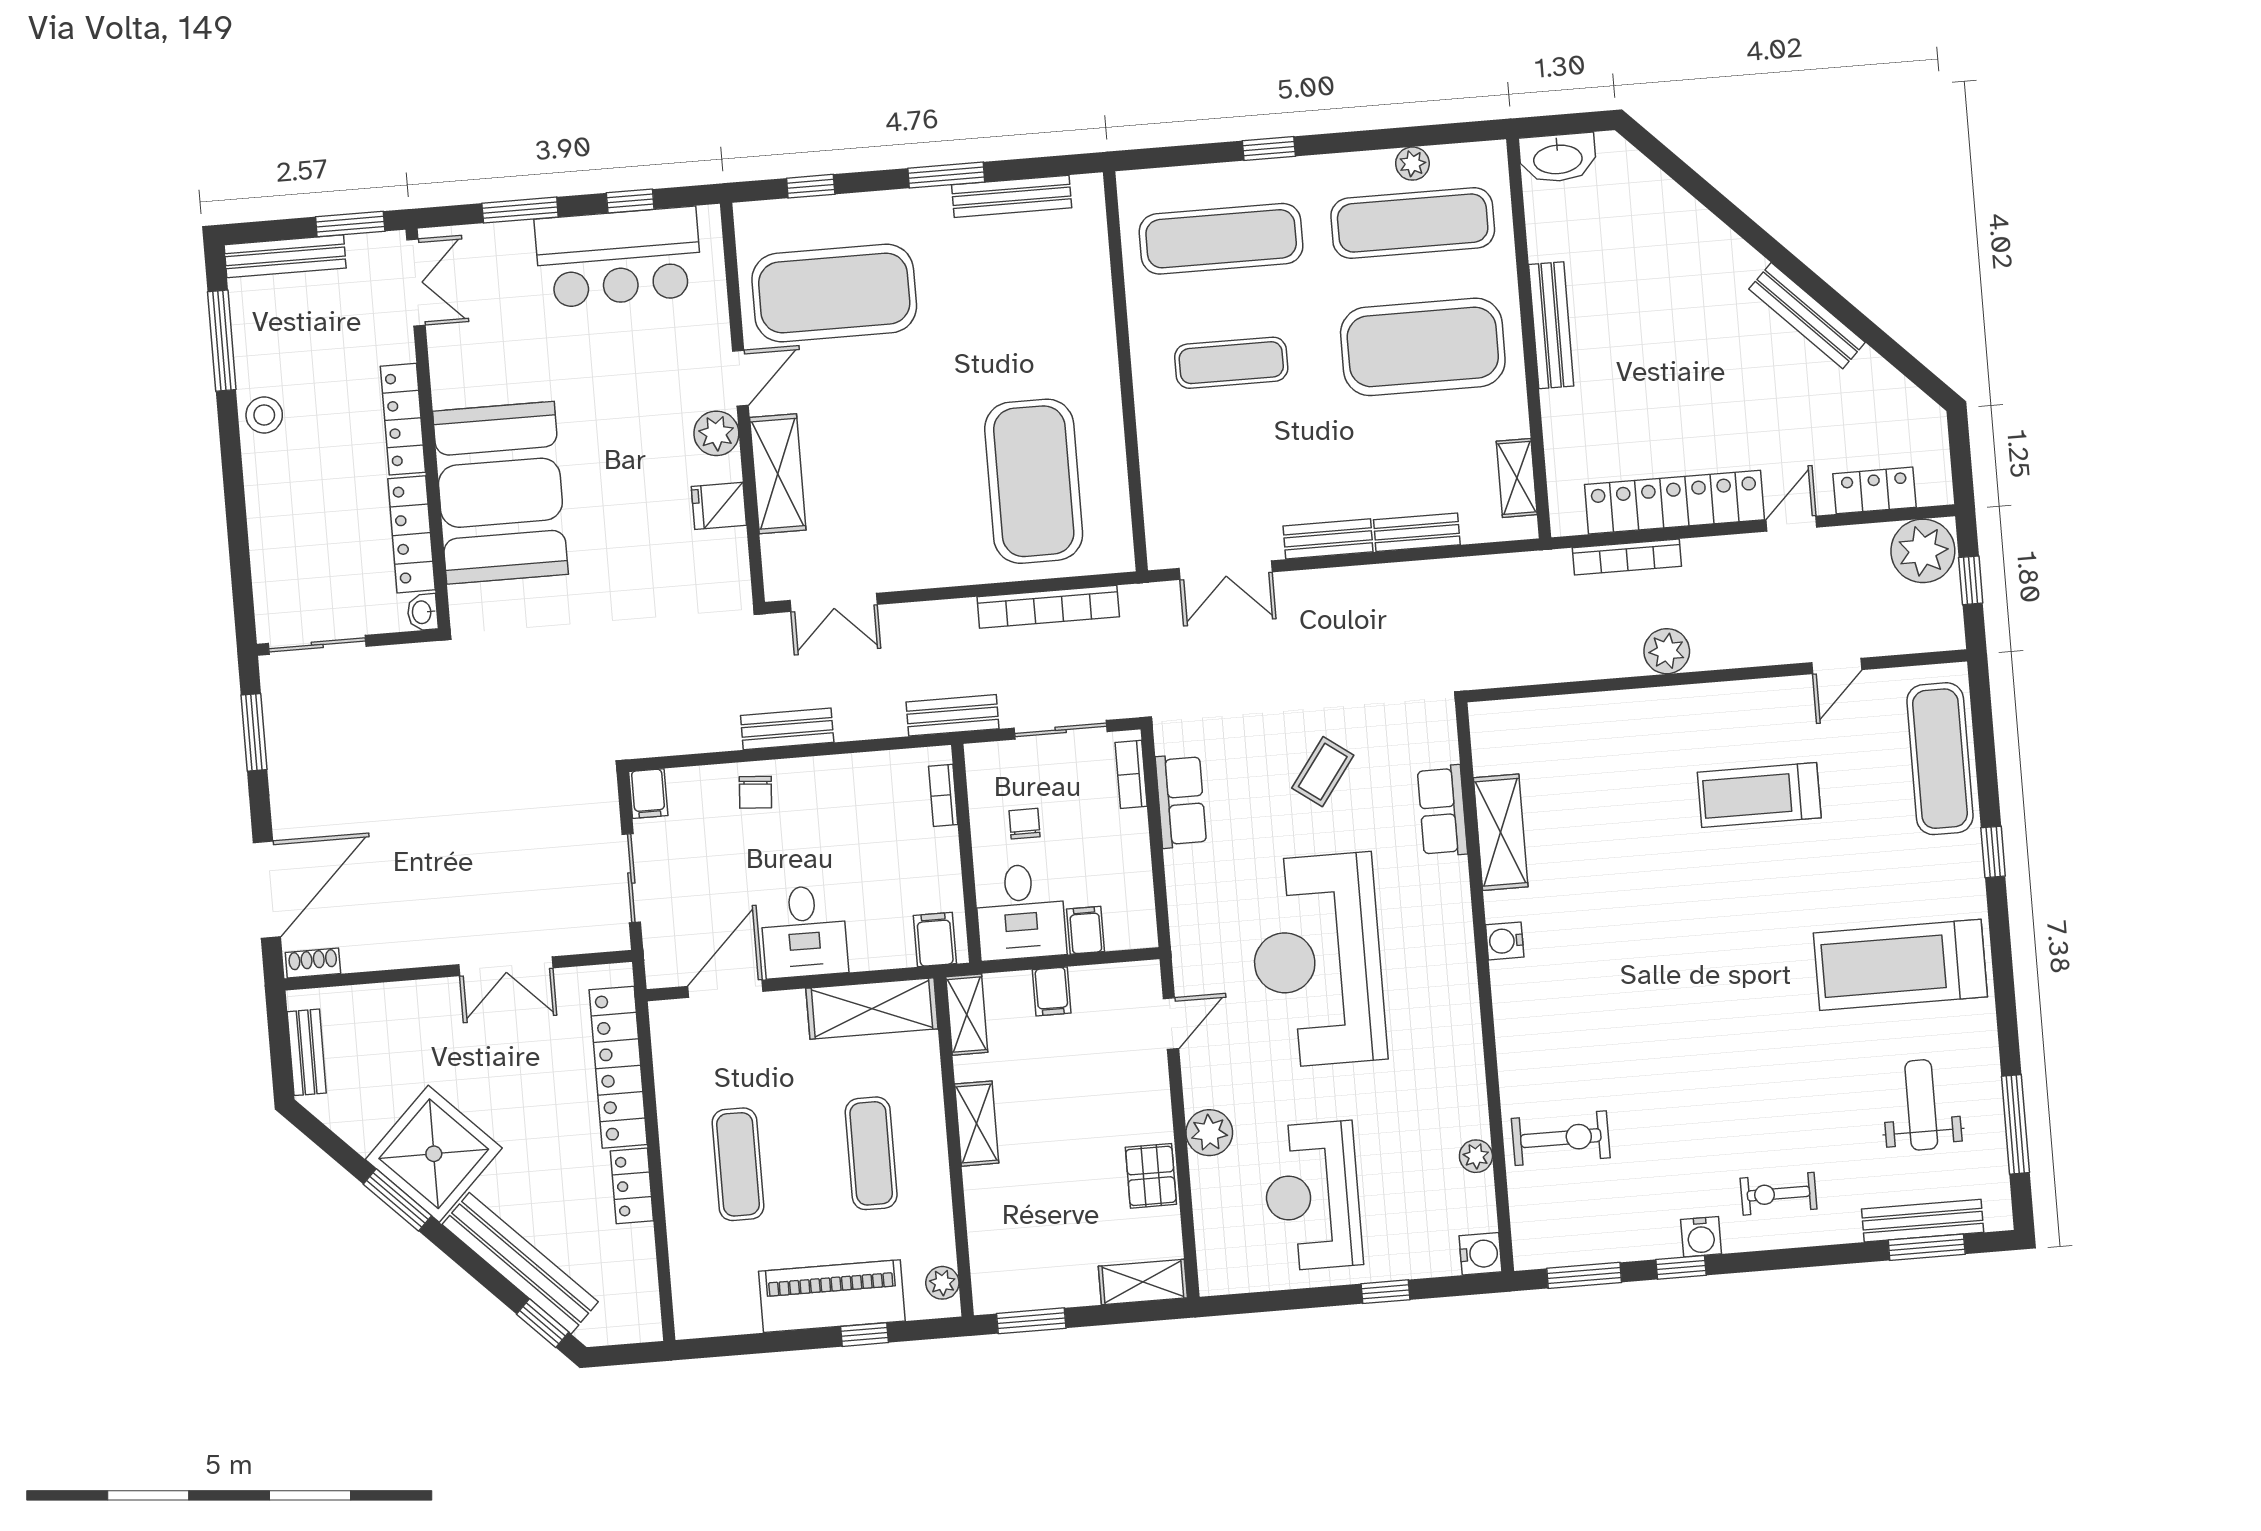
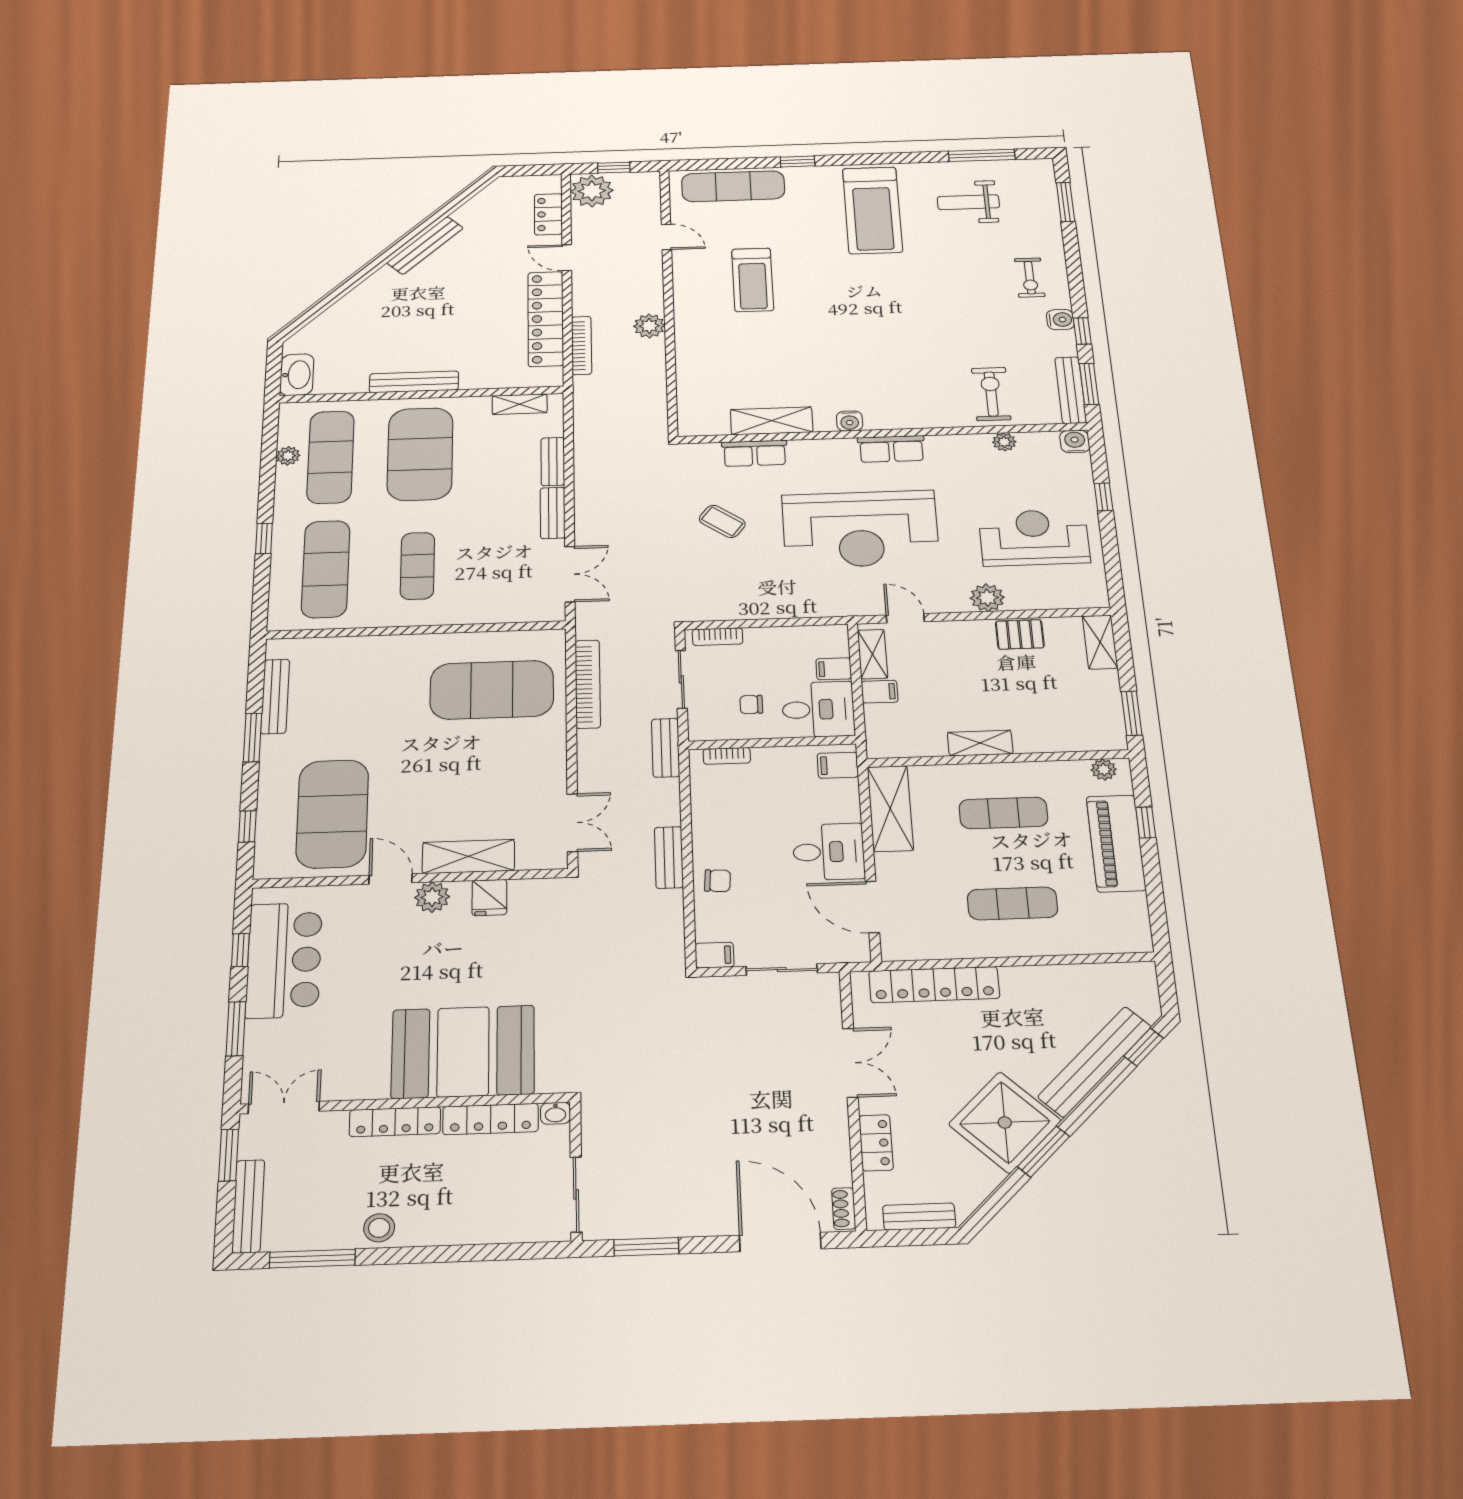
row of seats: (1181, 801) -> (891, 449), moved, turned 180
shelving: (967, 1015) -> (873, 654), moved, turned 90
locker: (632, 1186) -> (876, 1143), moved, turned -90
reception desk: (1312, 1196) -> (1034, 538), turned 180
bench: (1923, 1221) -> (1071, 390), moved

